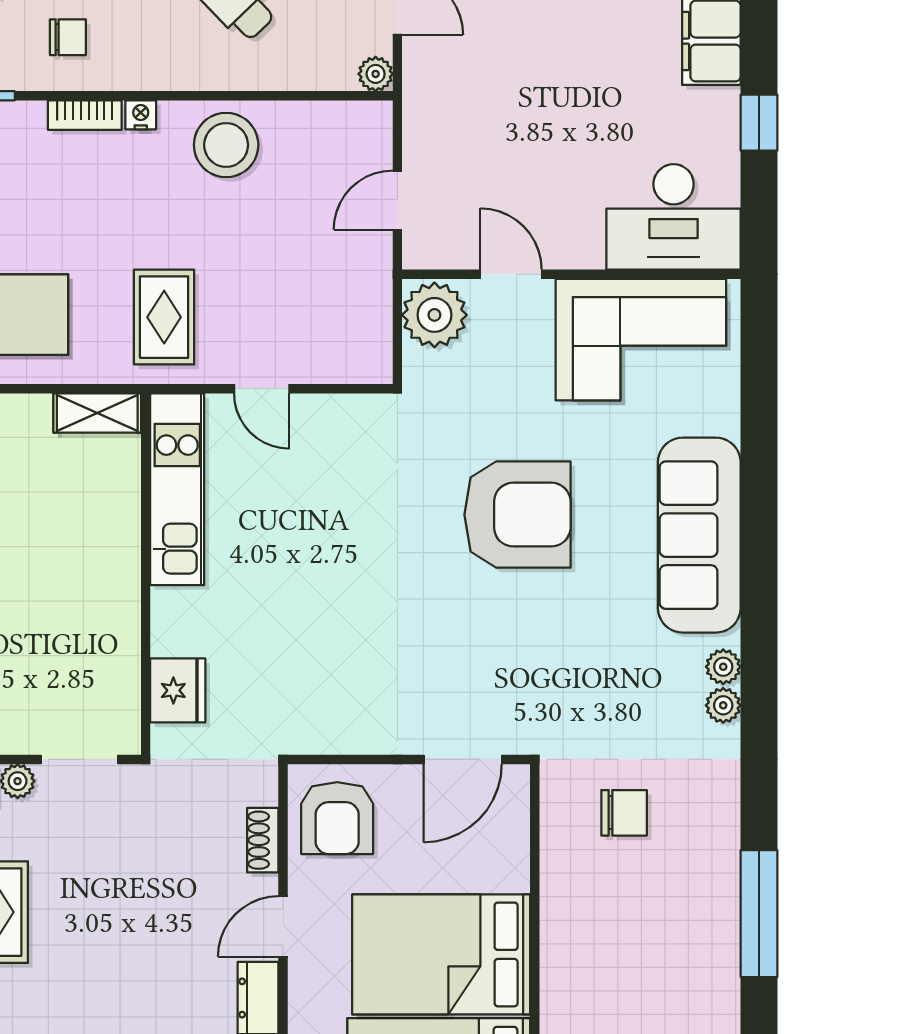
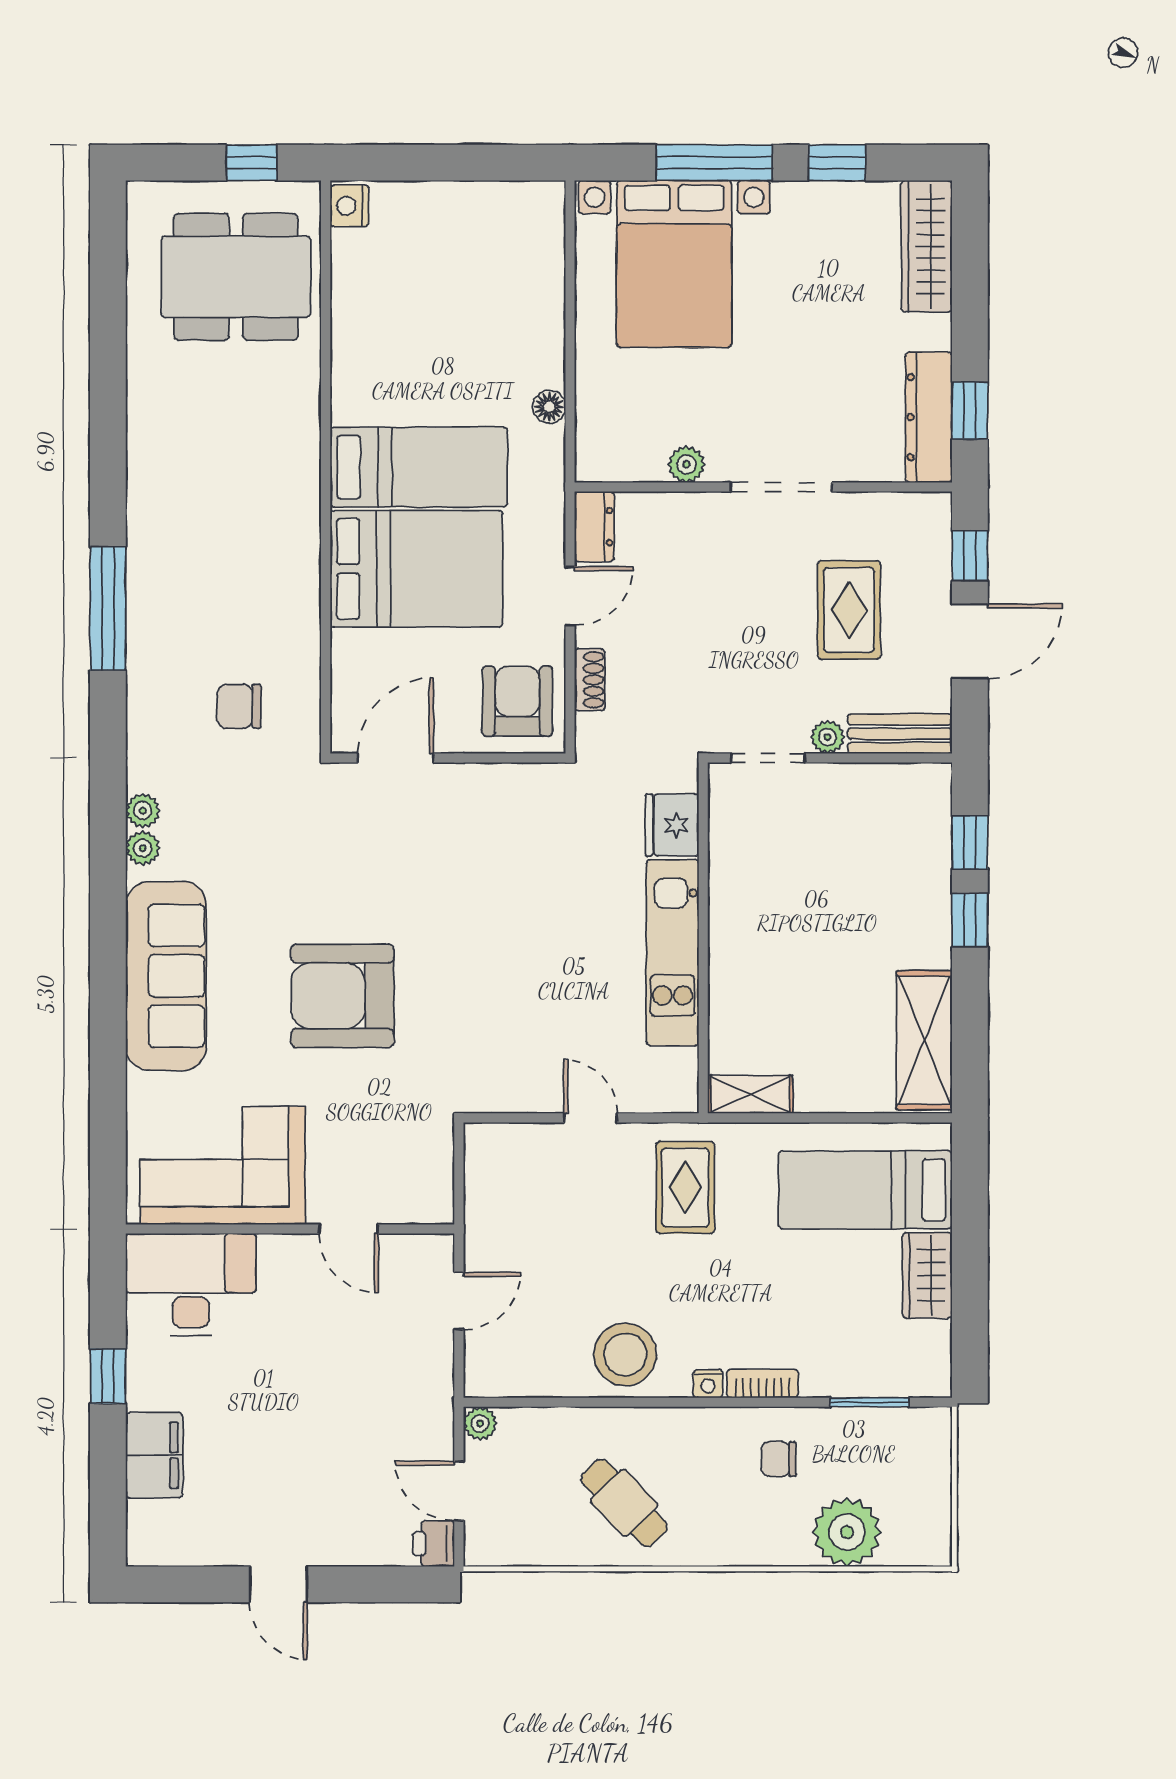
plant: (434, 315) -> (423, 1190), removed
kitchen unit: (177, 489) -> (673, 953), moved

